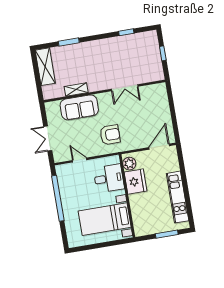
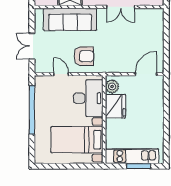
sofa: (79, 107) -> (70, 19), width x1.36
armchair: (110, 135) -> (84, 56), moved
desk: (109, 178) -> (88, 98), width x1.37
kitchen unit: (178, 197) -> (132, 156), moved, turned 90

